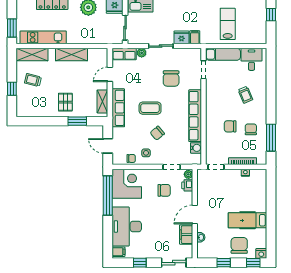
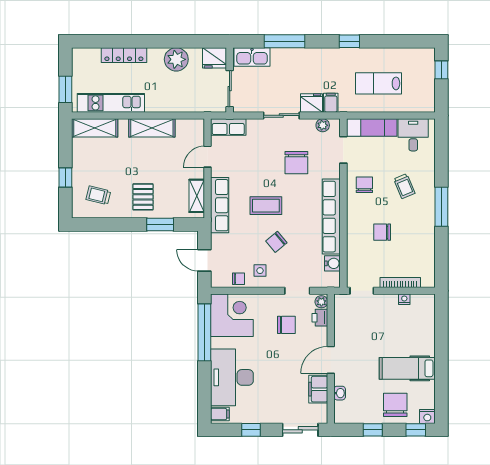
lab bench: (228, 24) -> (379, 83), turned -90
plant: (142, 53) -> (323, 125), moved
trolley: (33, 80) -> (98, 195), moved
chair: (251, 129) -> (364, 185), moved
window: (271, 138) -> (441, 207), moved

